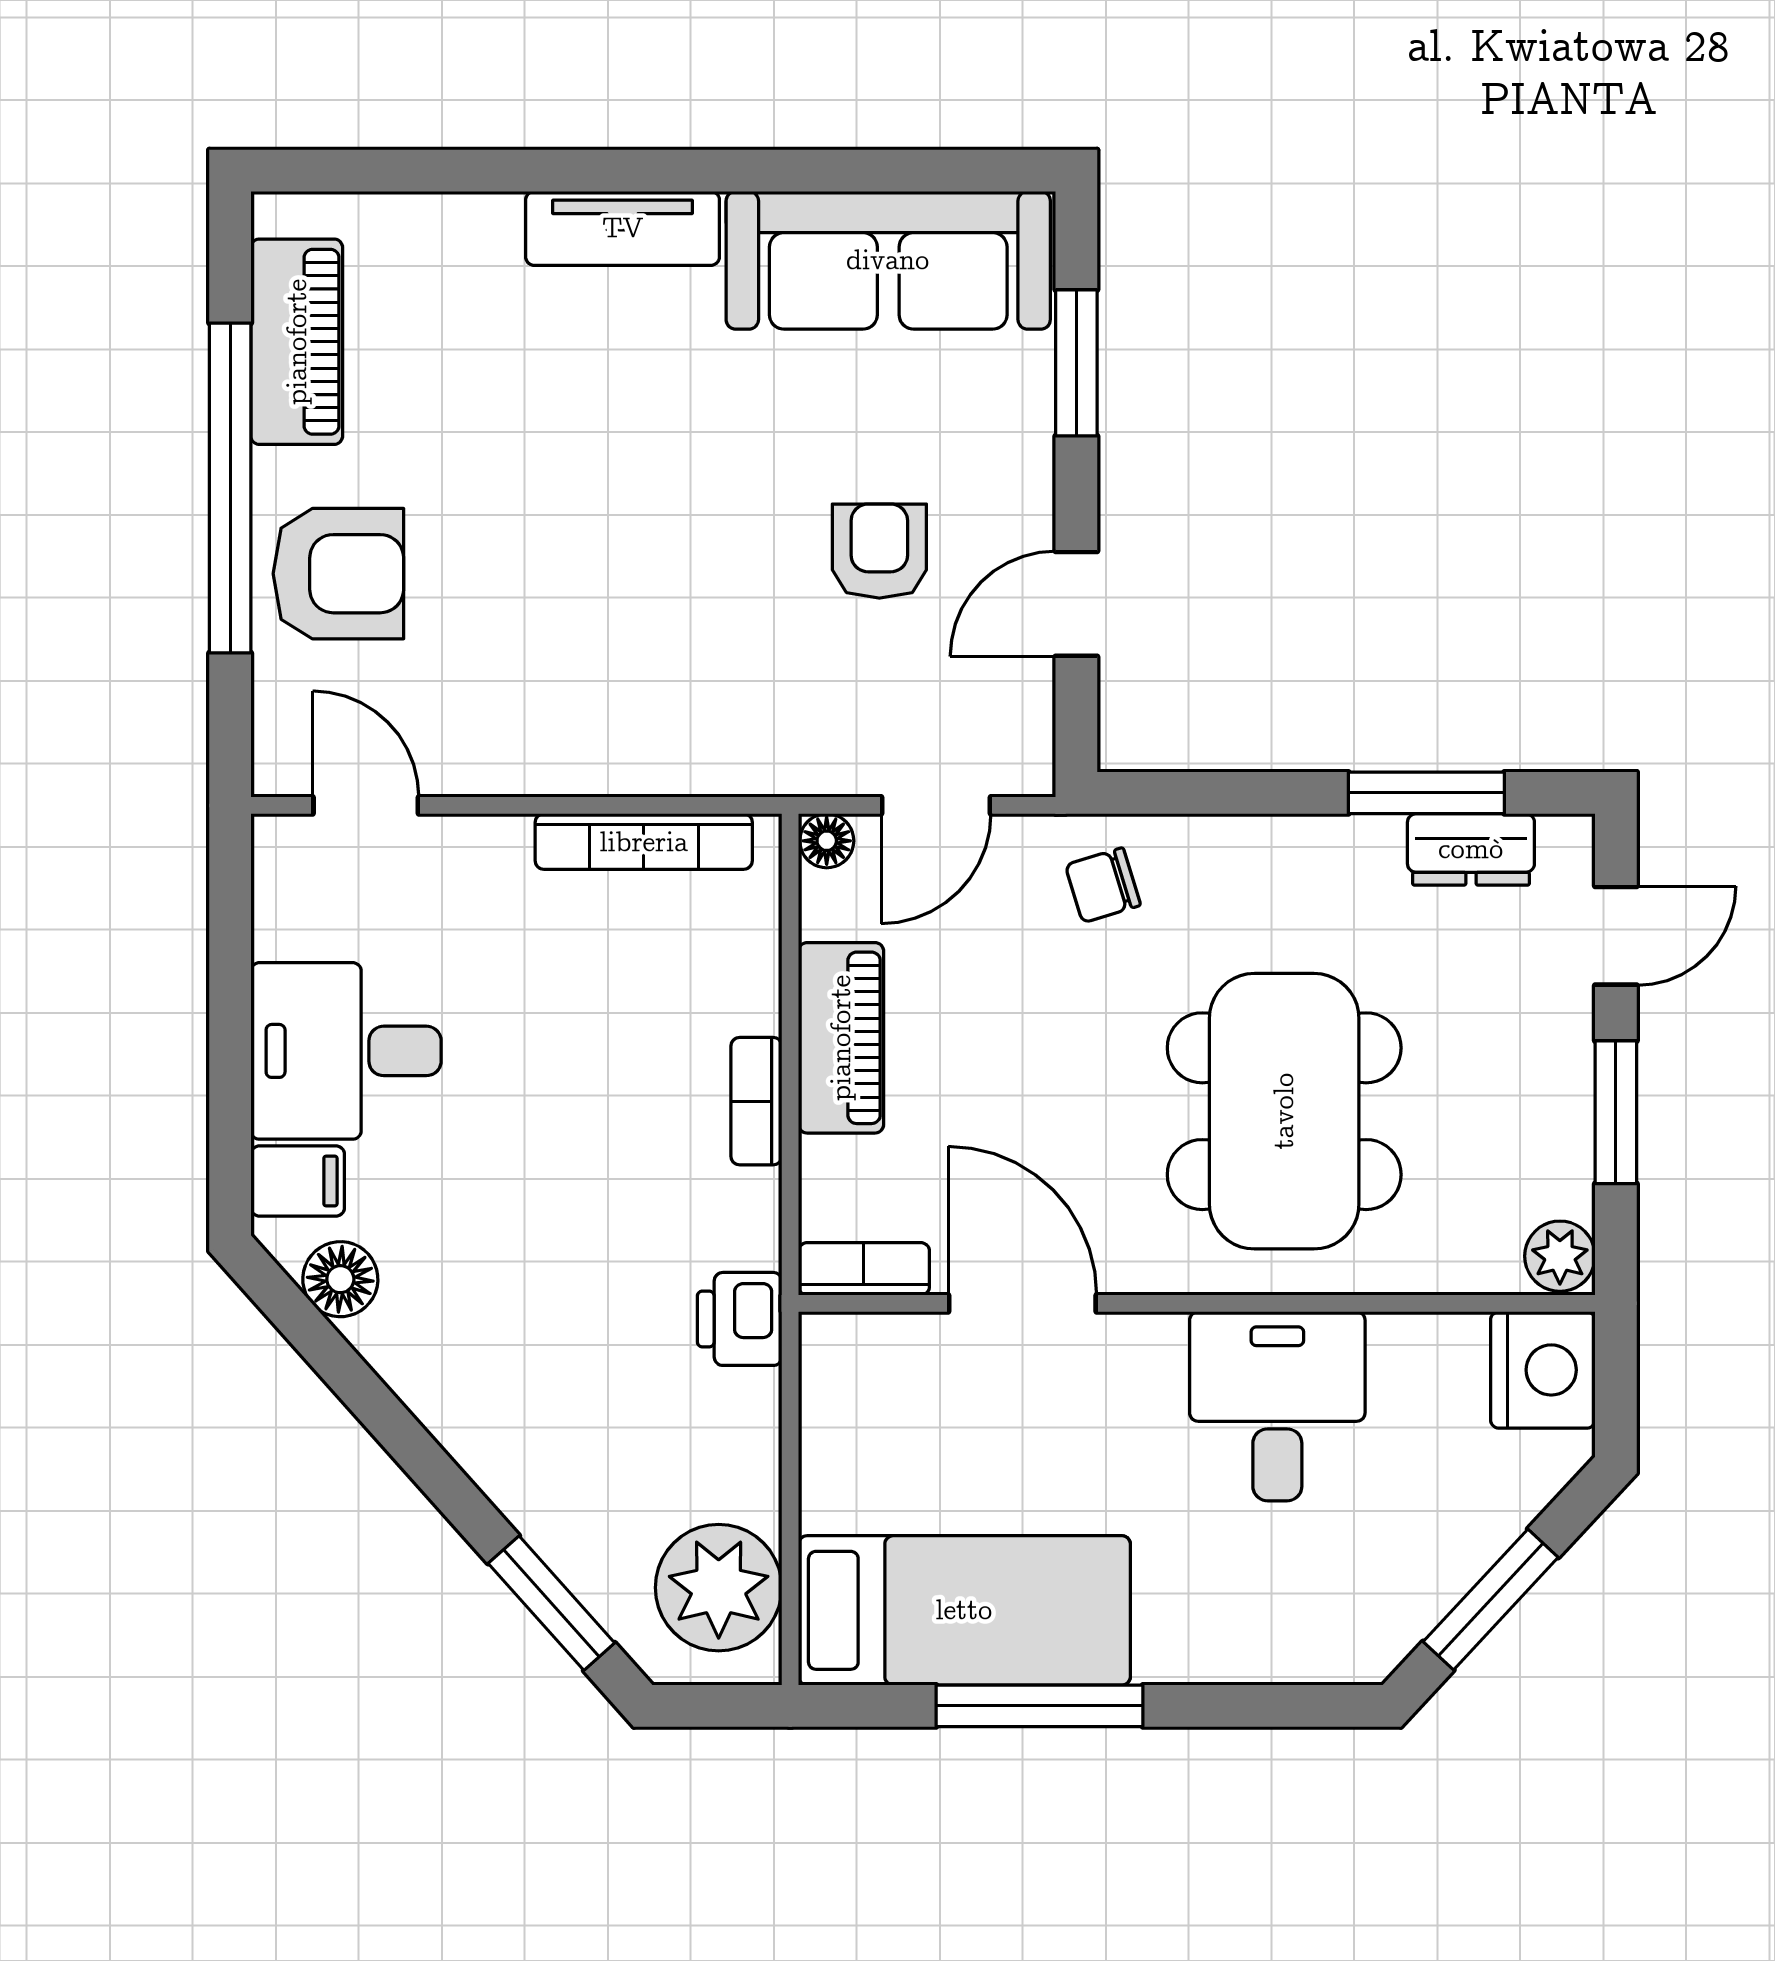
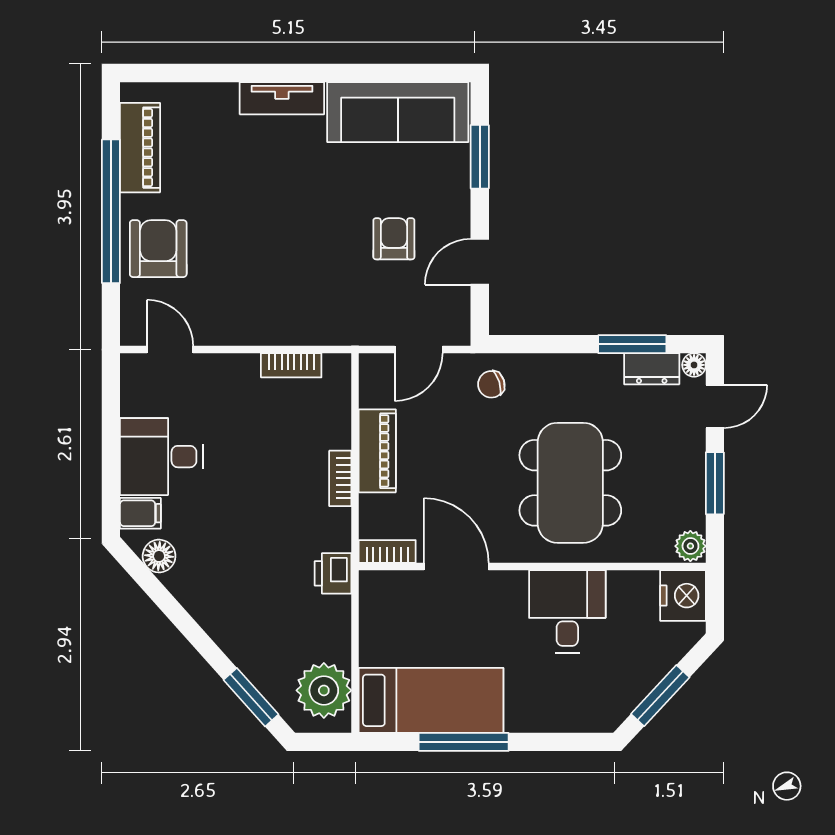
armchair: (338, 574) -> (158, 249), turned -90
floor lamp: (827, 841) -> (694, 365), moved
bookcase: (644, 842) -> (291, 365), width x0.64

